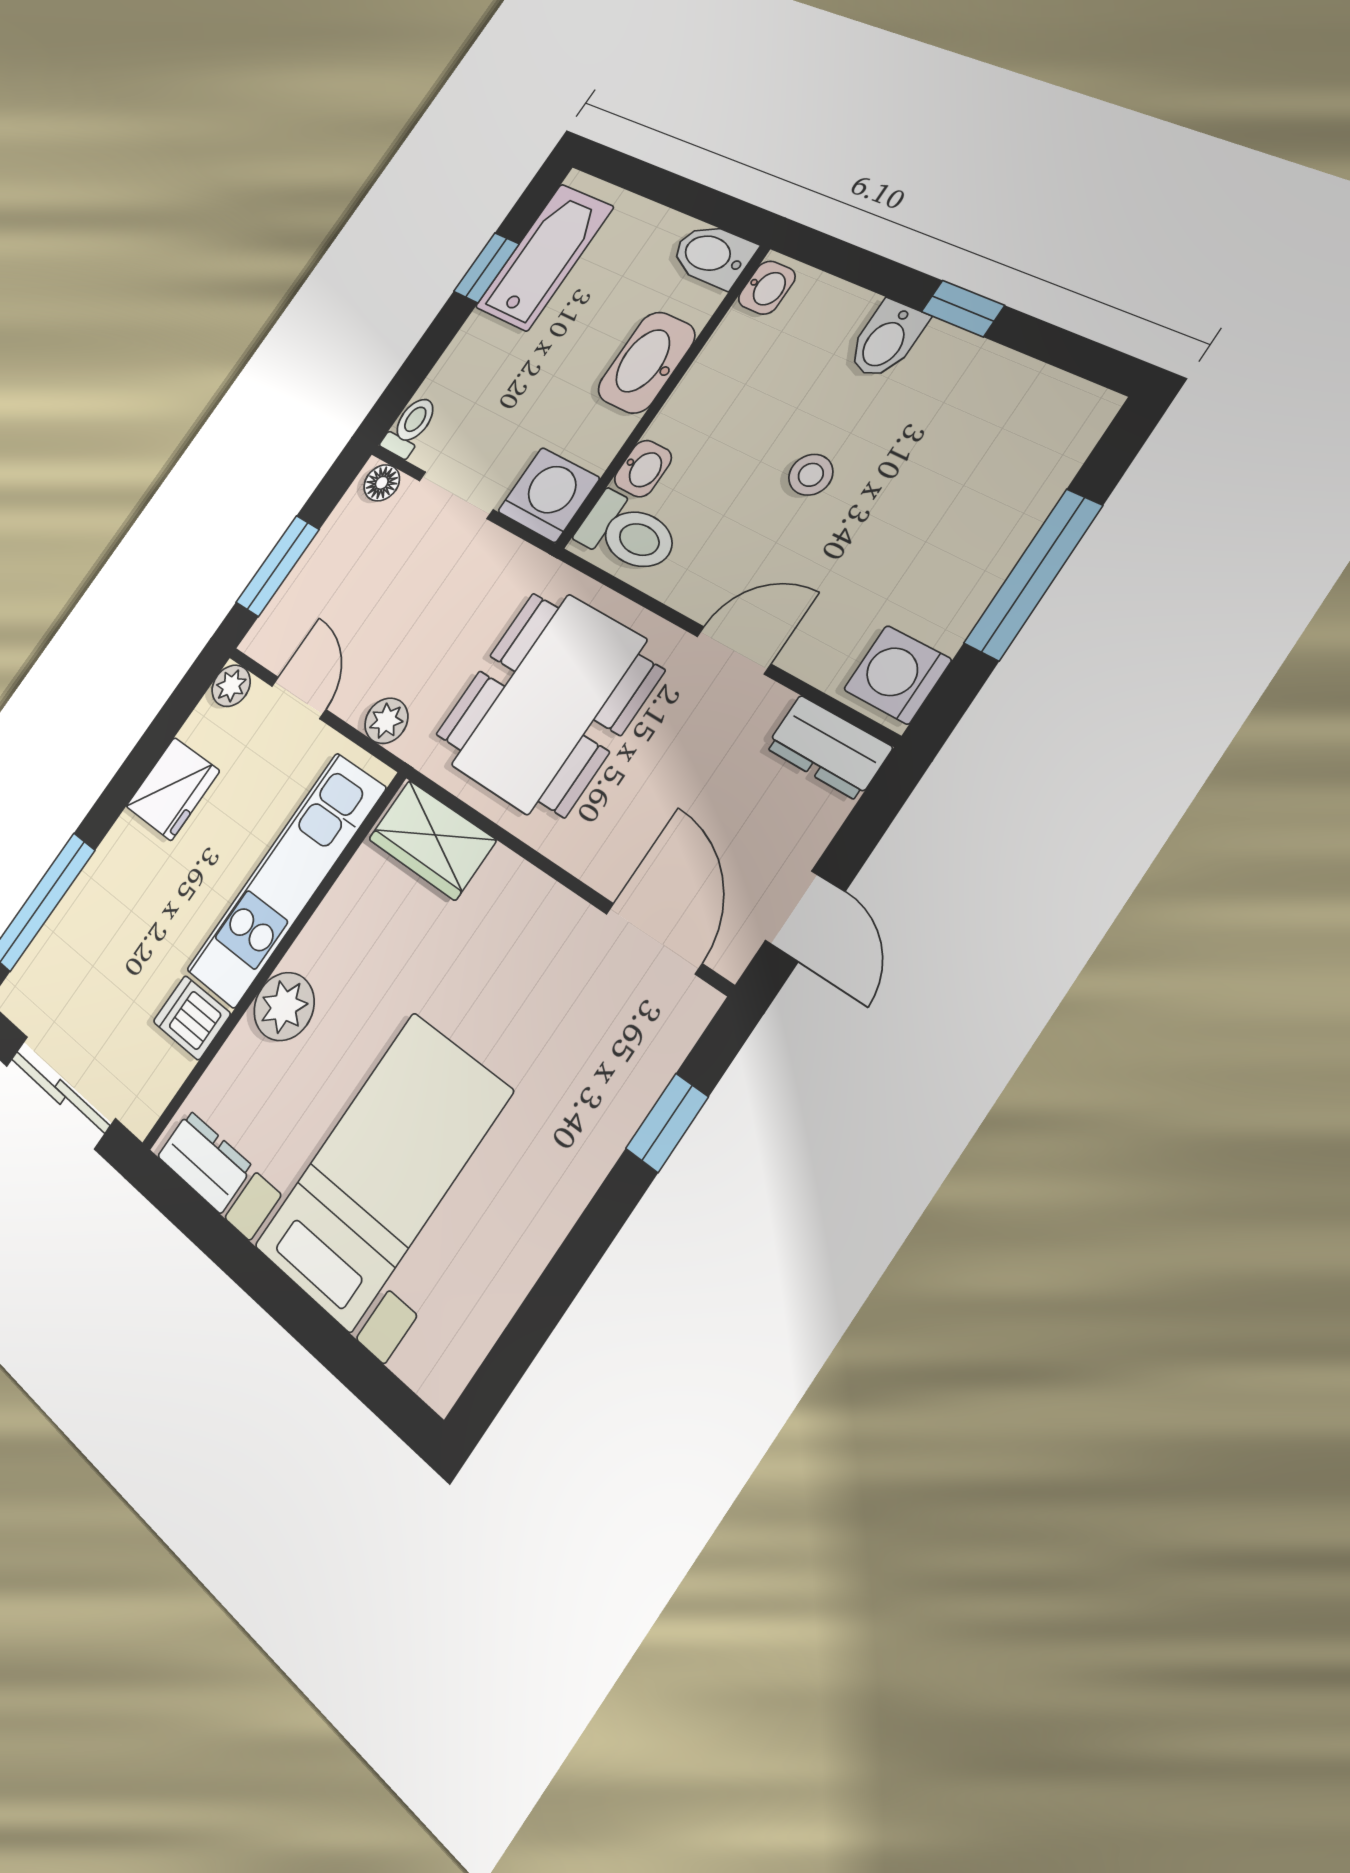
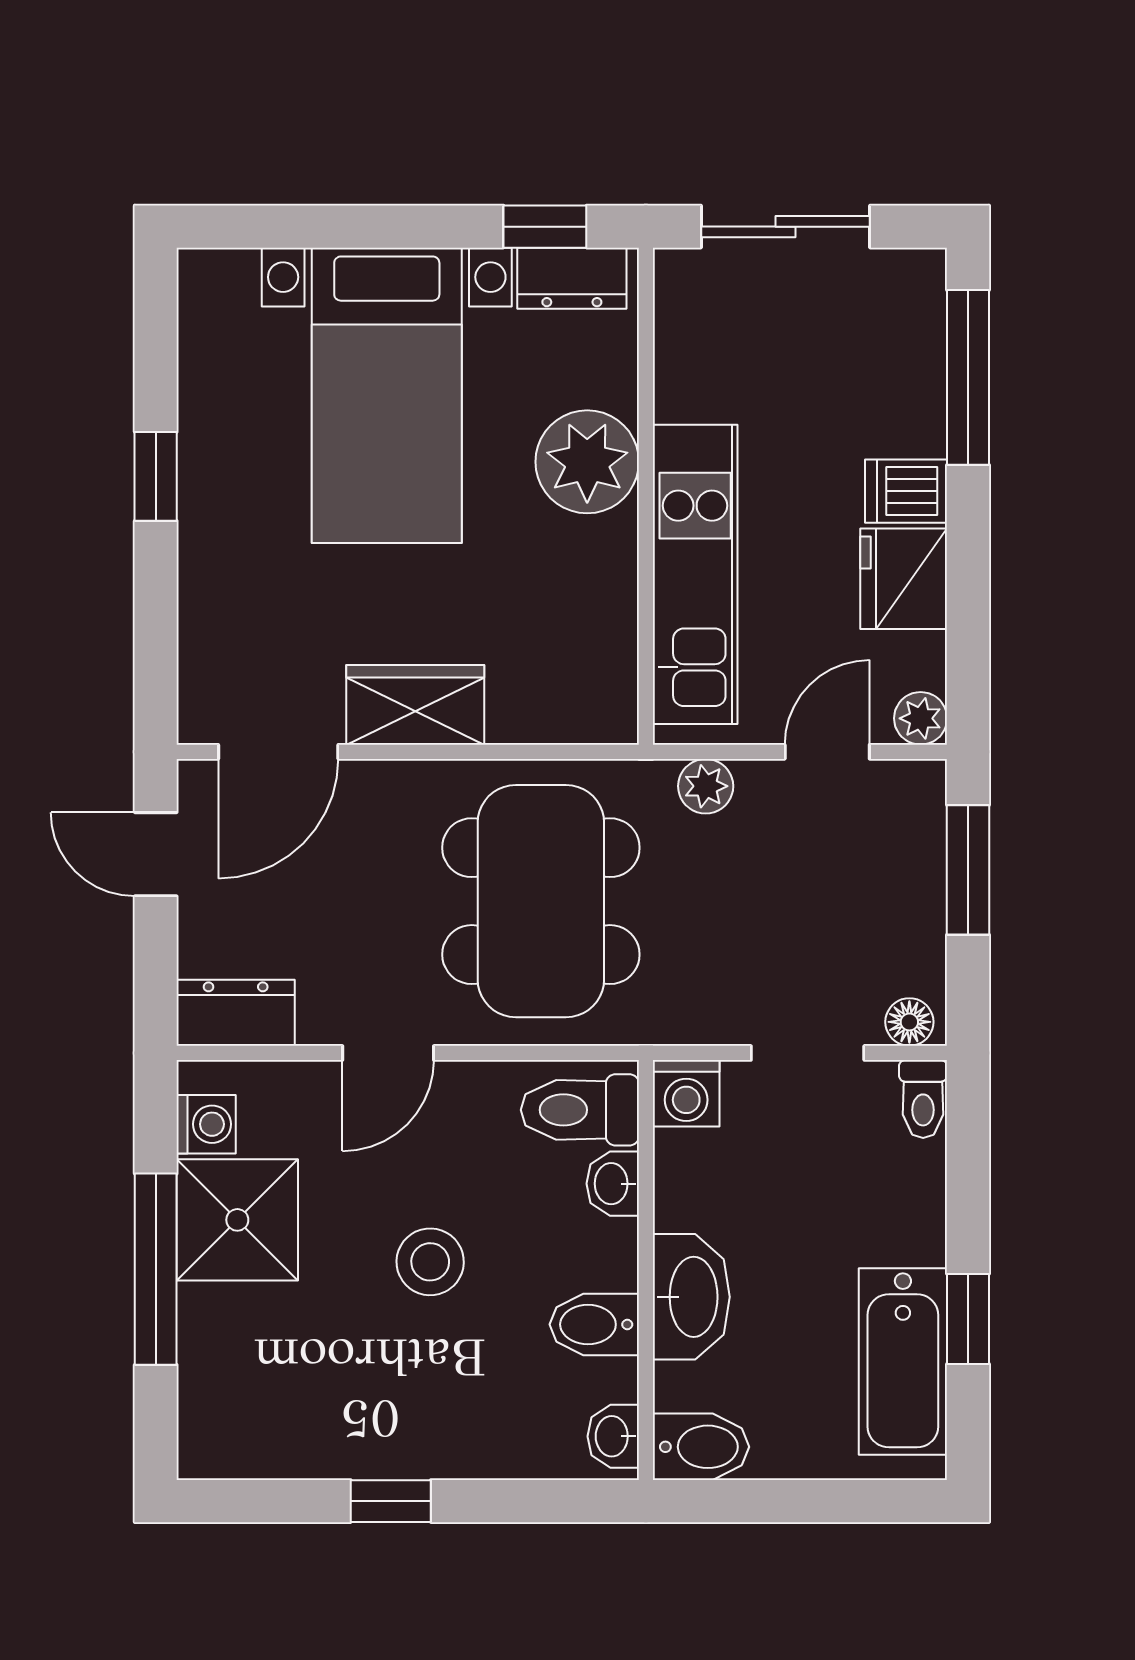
bidet: (886, 339) -> (594, 1324), moved, turned -90
stool: (811, 475) -> (430, 1262), width x1.37, depth x1.37
washing machine: (549, 495) -> (686, 1093), width x0.73, depth x0.73
shower: (939, 581) -> (237, 1220), added
washing machine: (897, 675) -> (206, 1124), width x0.73, depth x0.73
door: (299, 698) -> (827, 752), swing flipped
wardrobe: (432, 840) -> (415, 705), moved
door: (654, 938) -> (278, 752), hinge flipped
plant: (284, 1006) -> (587, 462), width x1.36, depth x1.36
dishwasher: (192, 1018) -> (906, 491), moved, turned 180
window: (667, 1123) -> (156, 476), moved
window: (193, 1216) -> (545, 227), added

